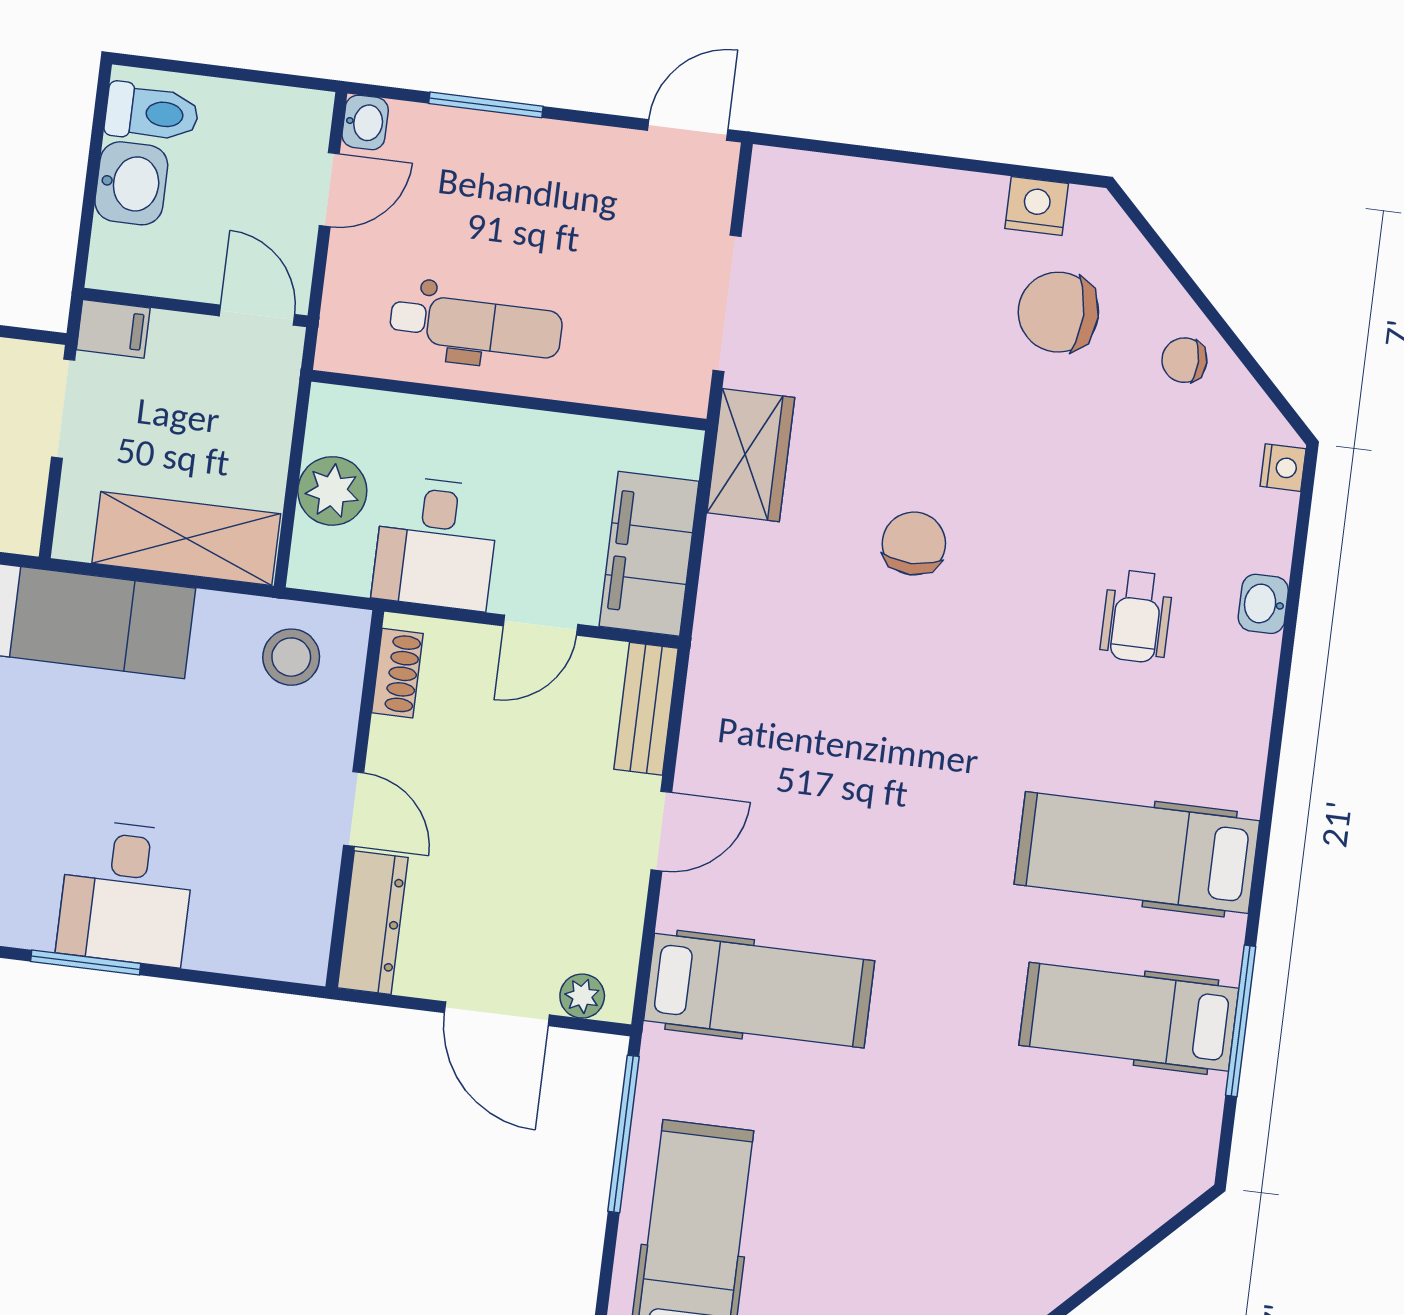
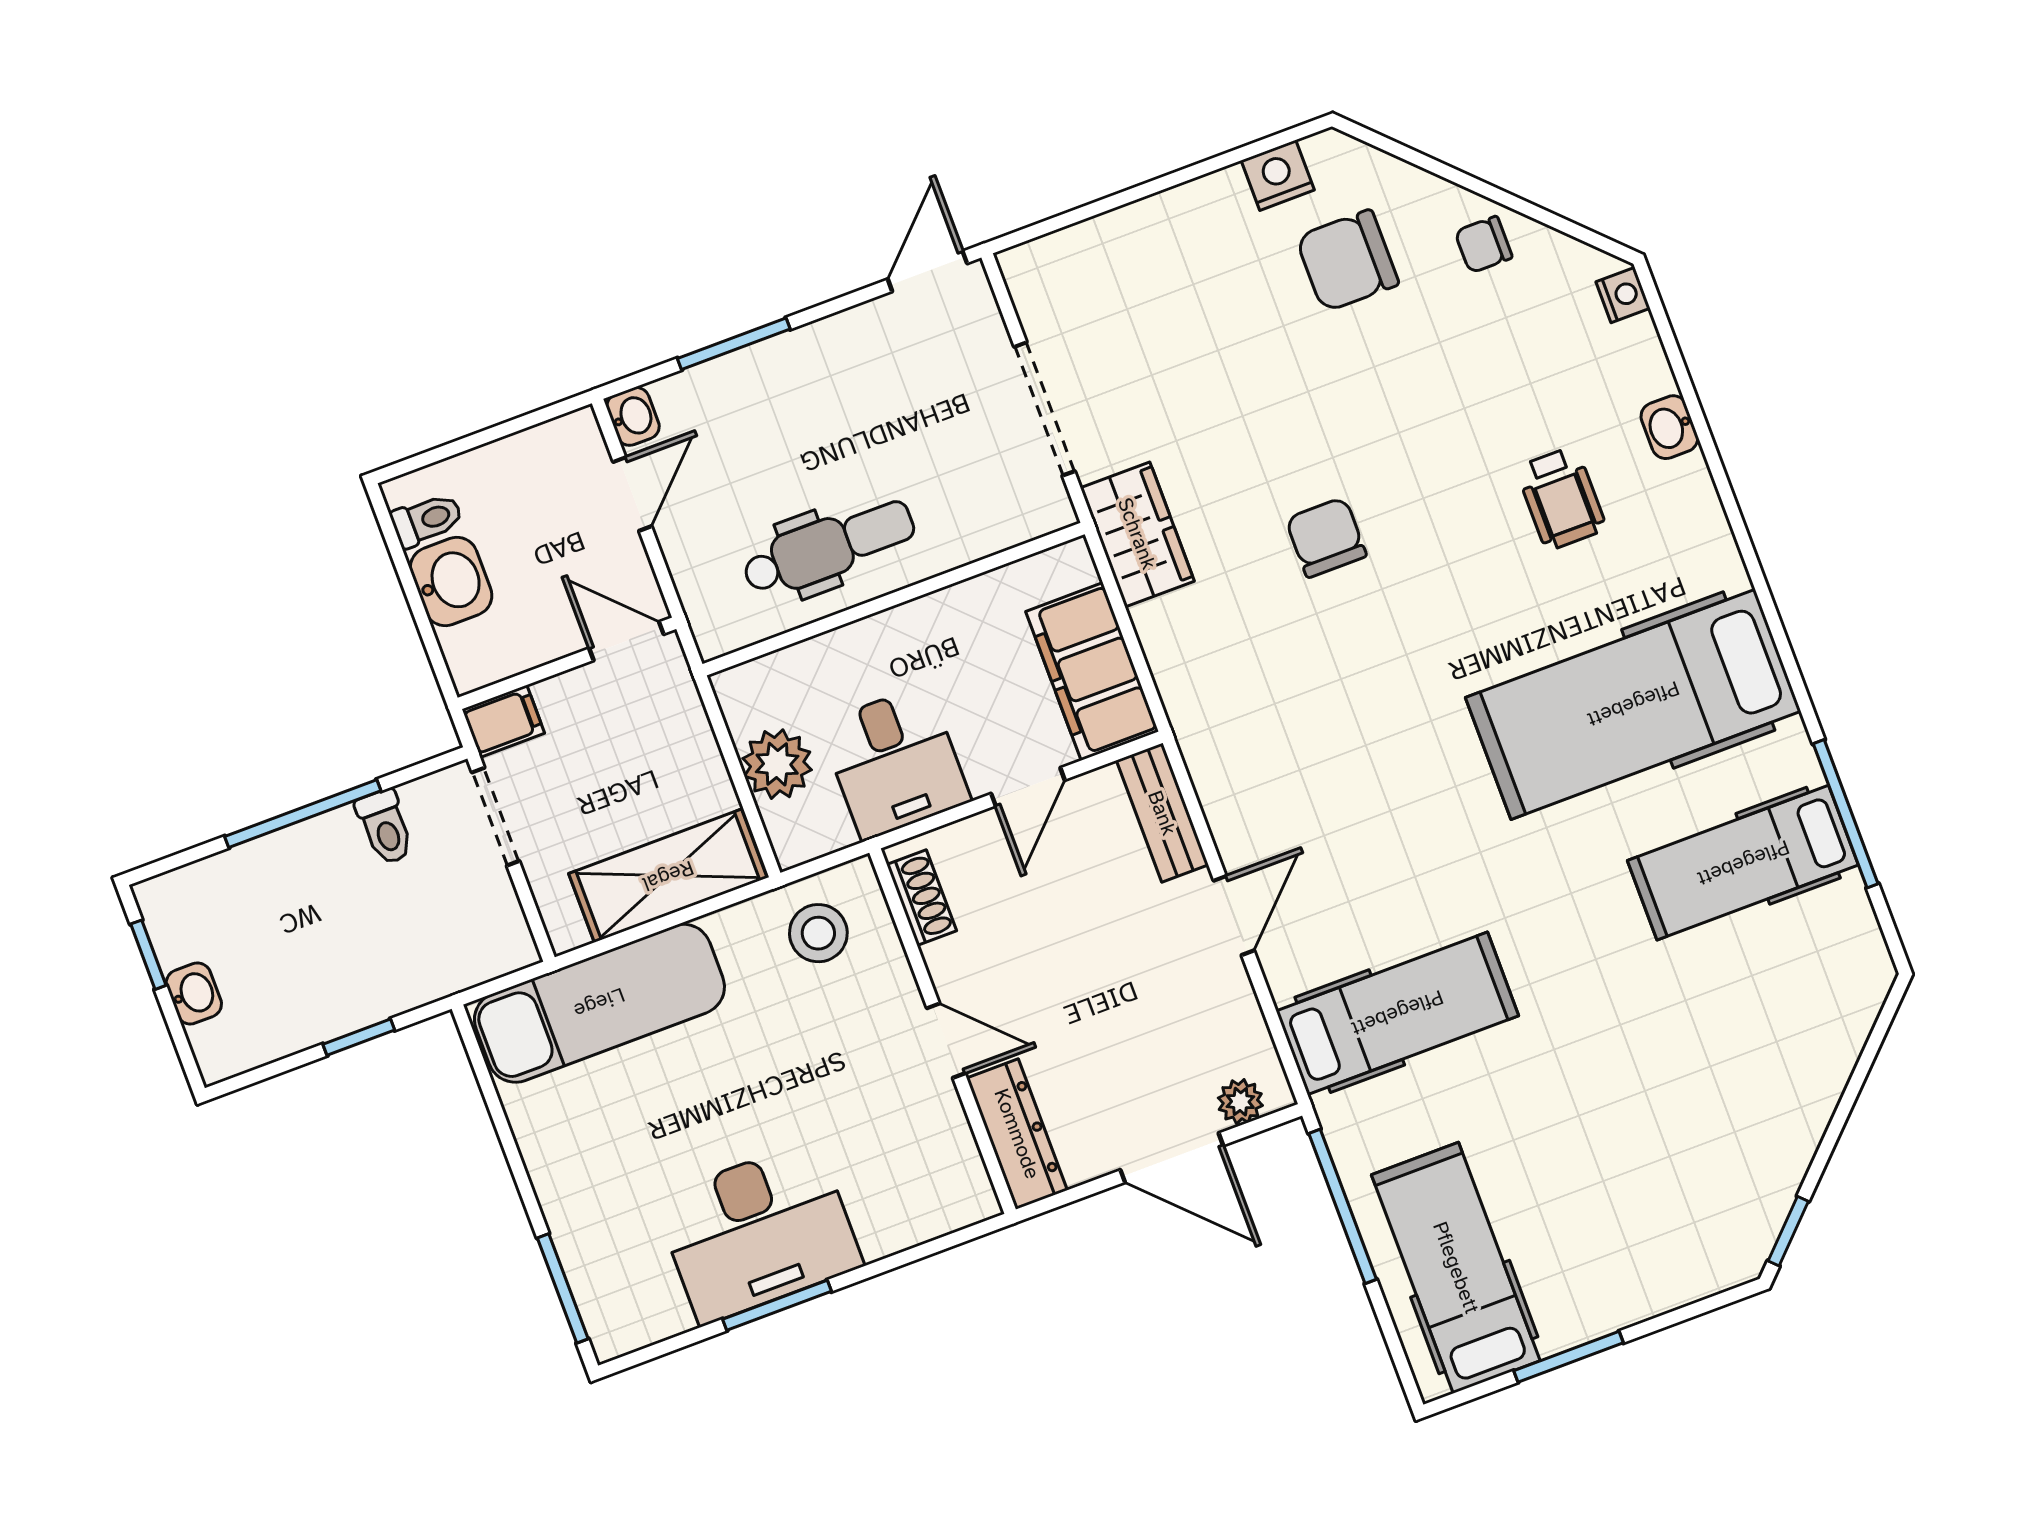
toilet: (152, 113) -> (427, 520), width x0.73, depth x0.72
hospital bed: (1137, 853) -> (1633, 704), width x1.37, depth x1.29
desk: (126, 893) -> (758, 1232), width x1.37

